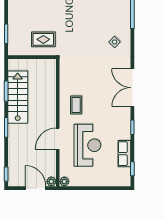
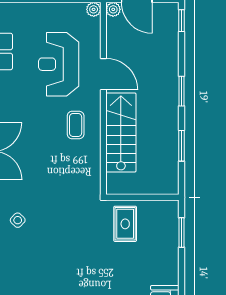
rug: (43, 39) -> (125, 224), turned 90
stairs: (18, 97) -> (121, 132), moved, turned 180
door: (58, 139) -> (103, 74), hinge flipped

